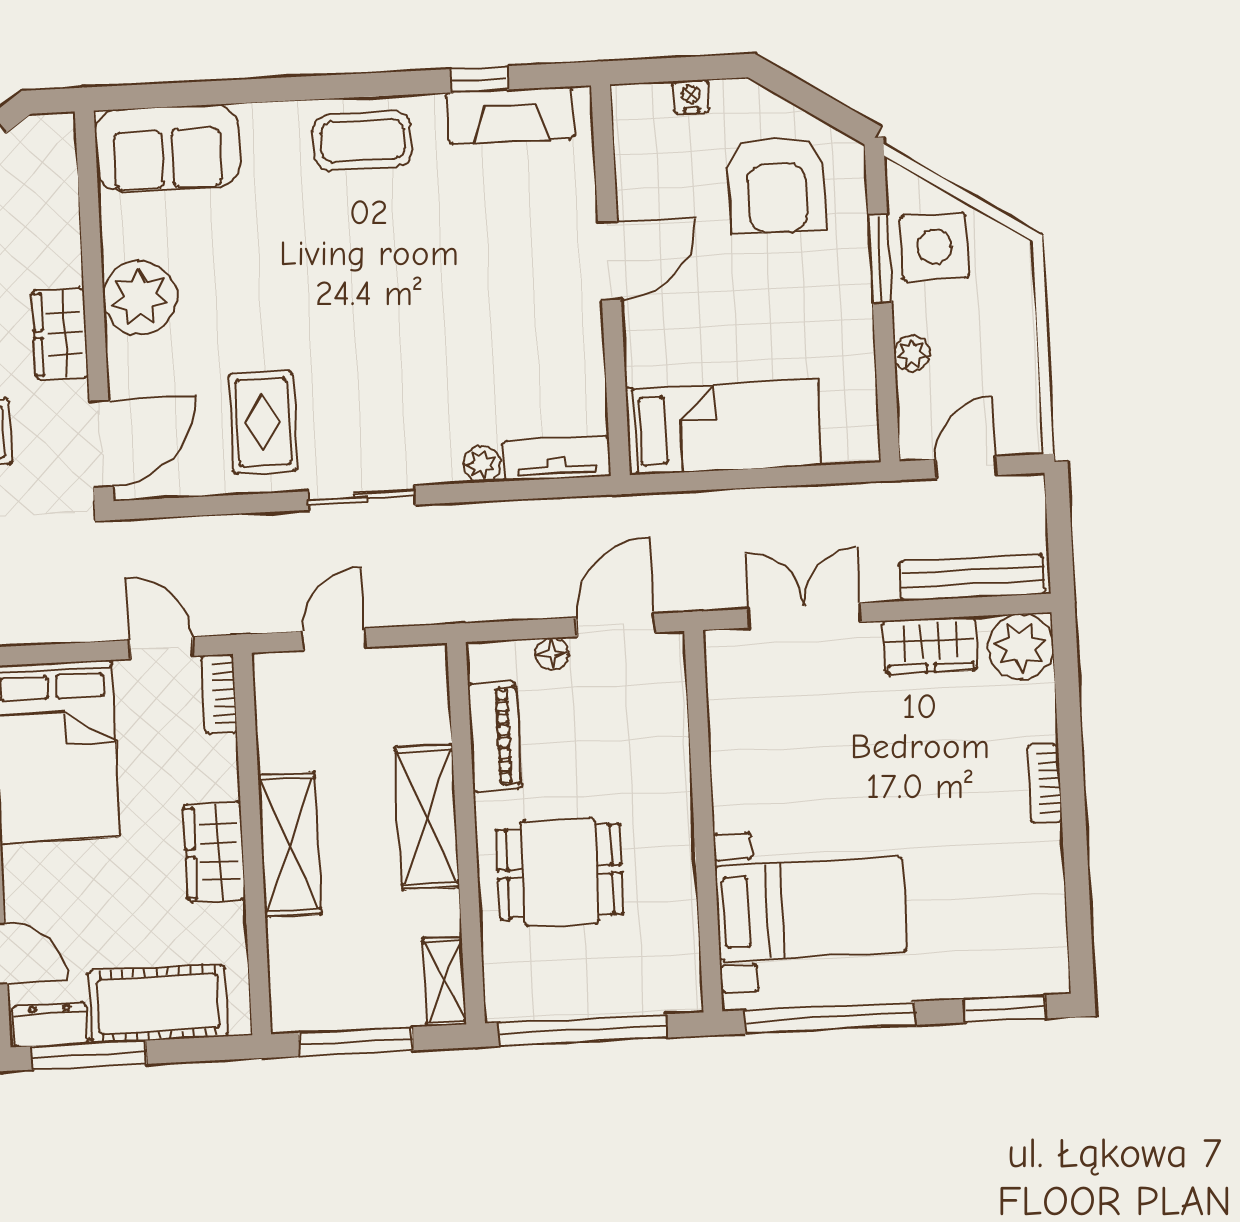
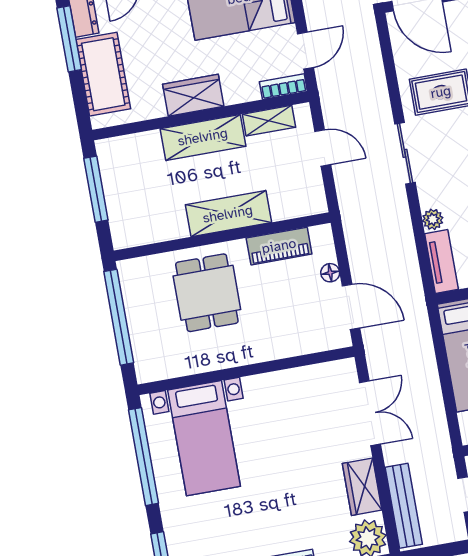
shelving: (444, 982) -> (269, 121), moved

